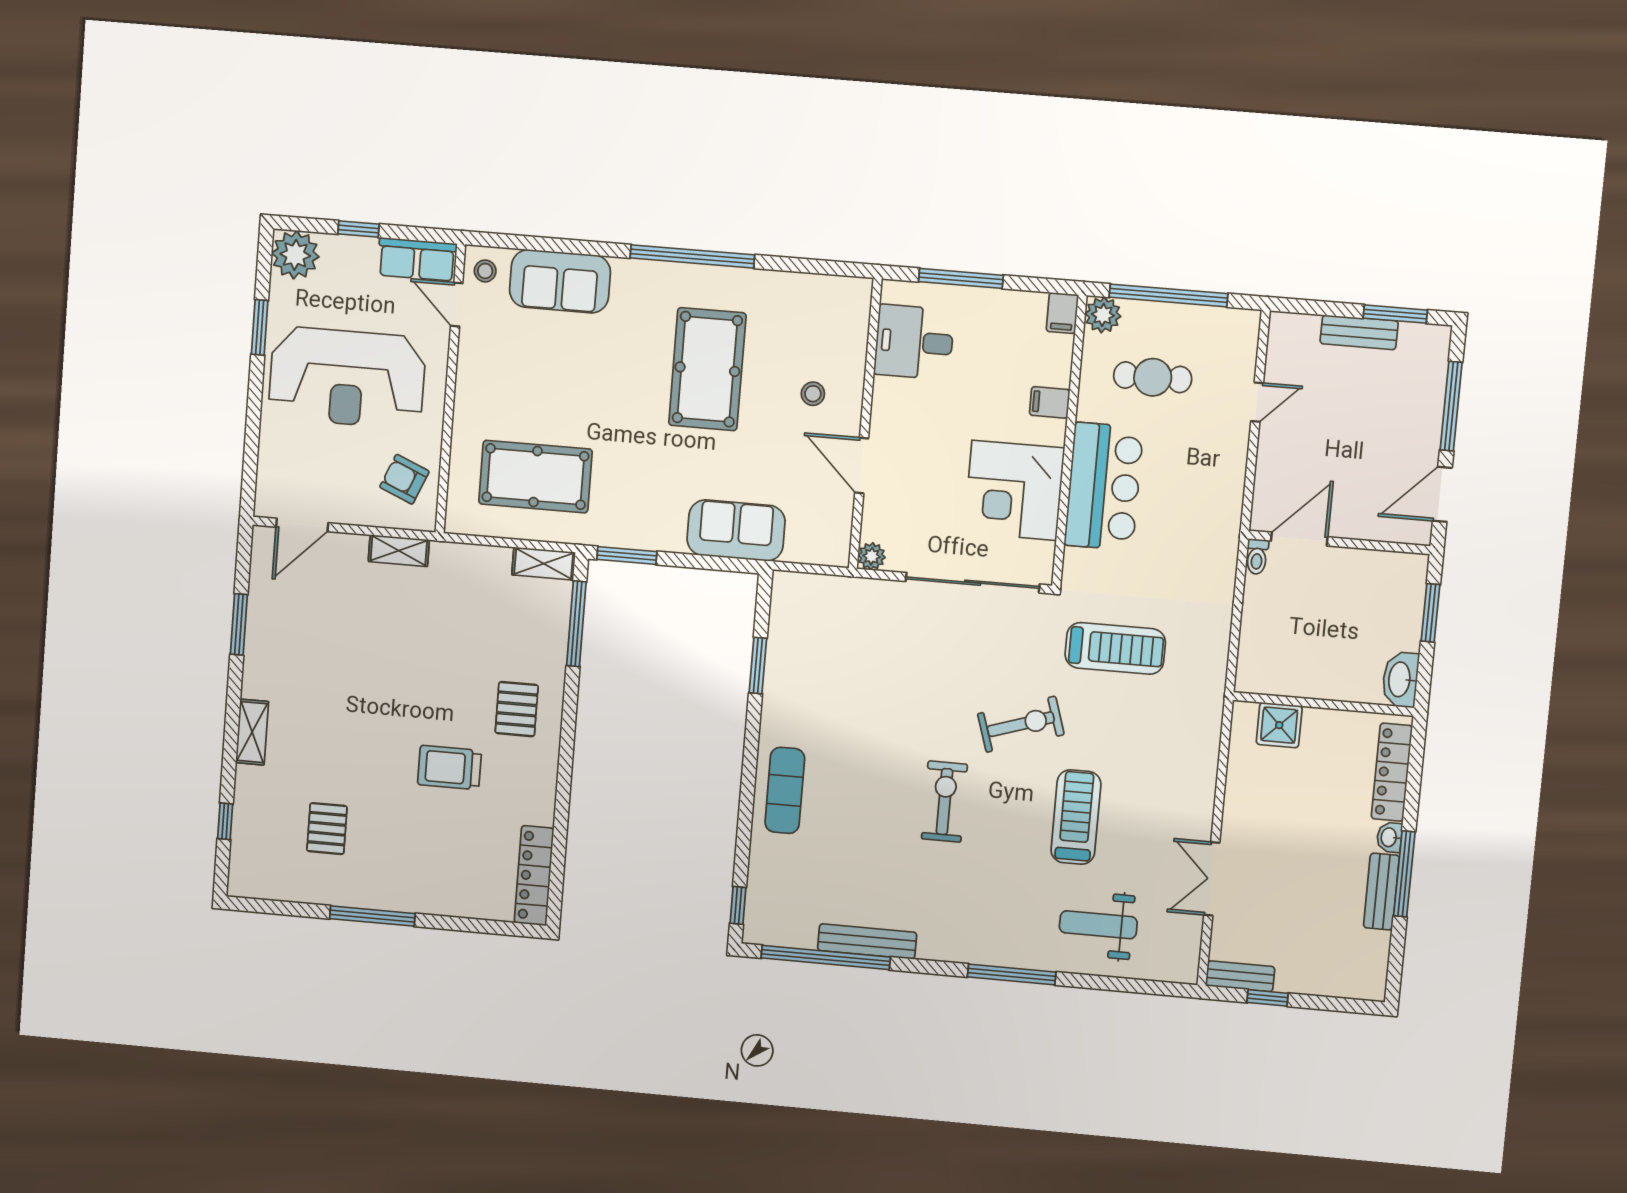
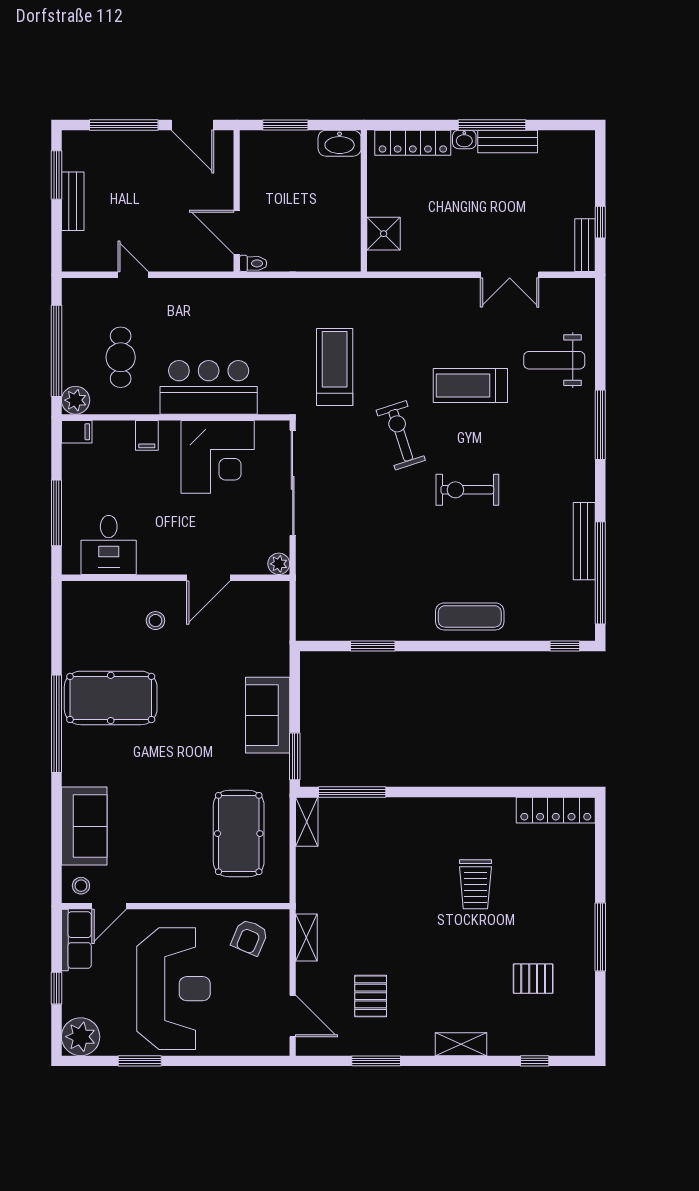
pool table: (707, 369) -> (111, 698), moved
sofa: (736, 530) -> (268, 715), moved
pallet: (517, 709) -> (371, 996), moved, turned 90
weight bench: (1098, 925) -> (554, 360), turned 90

